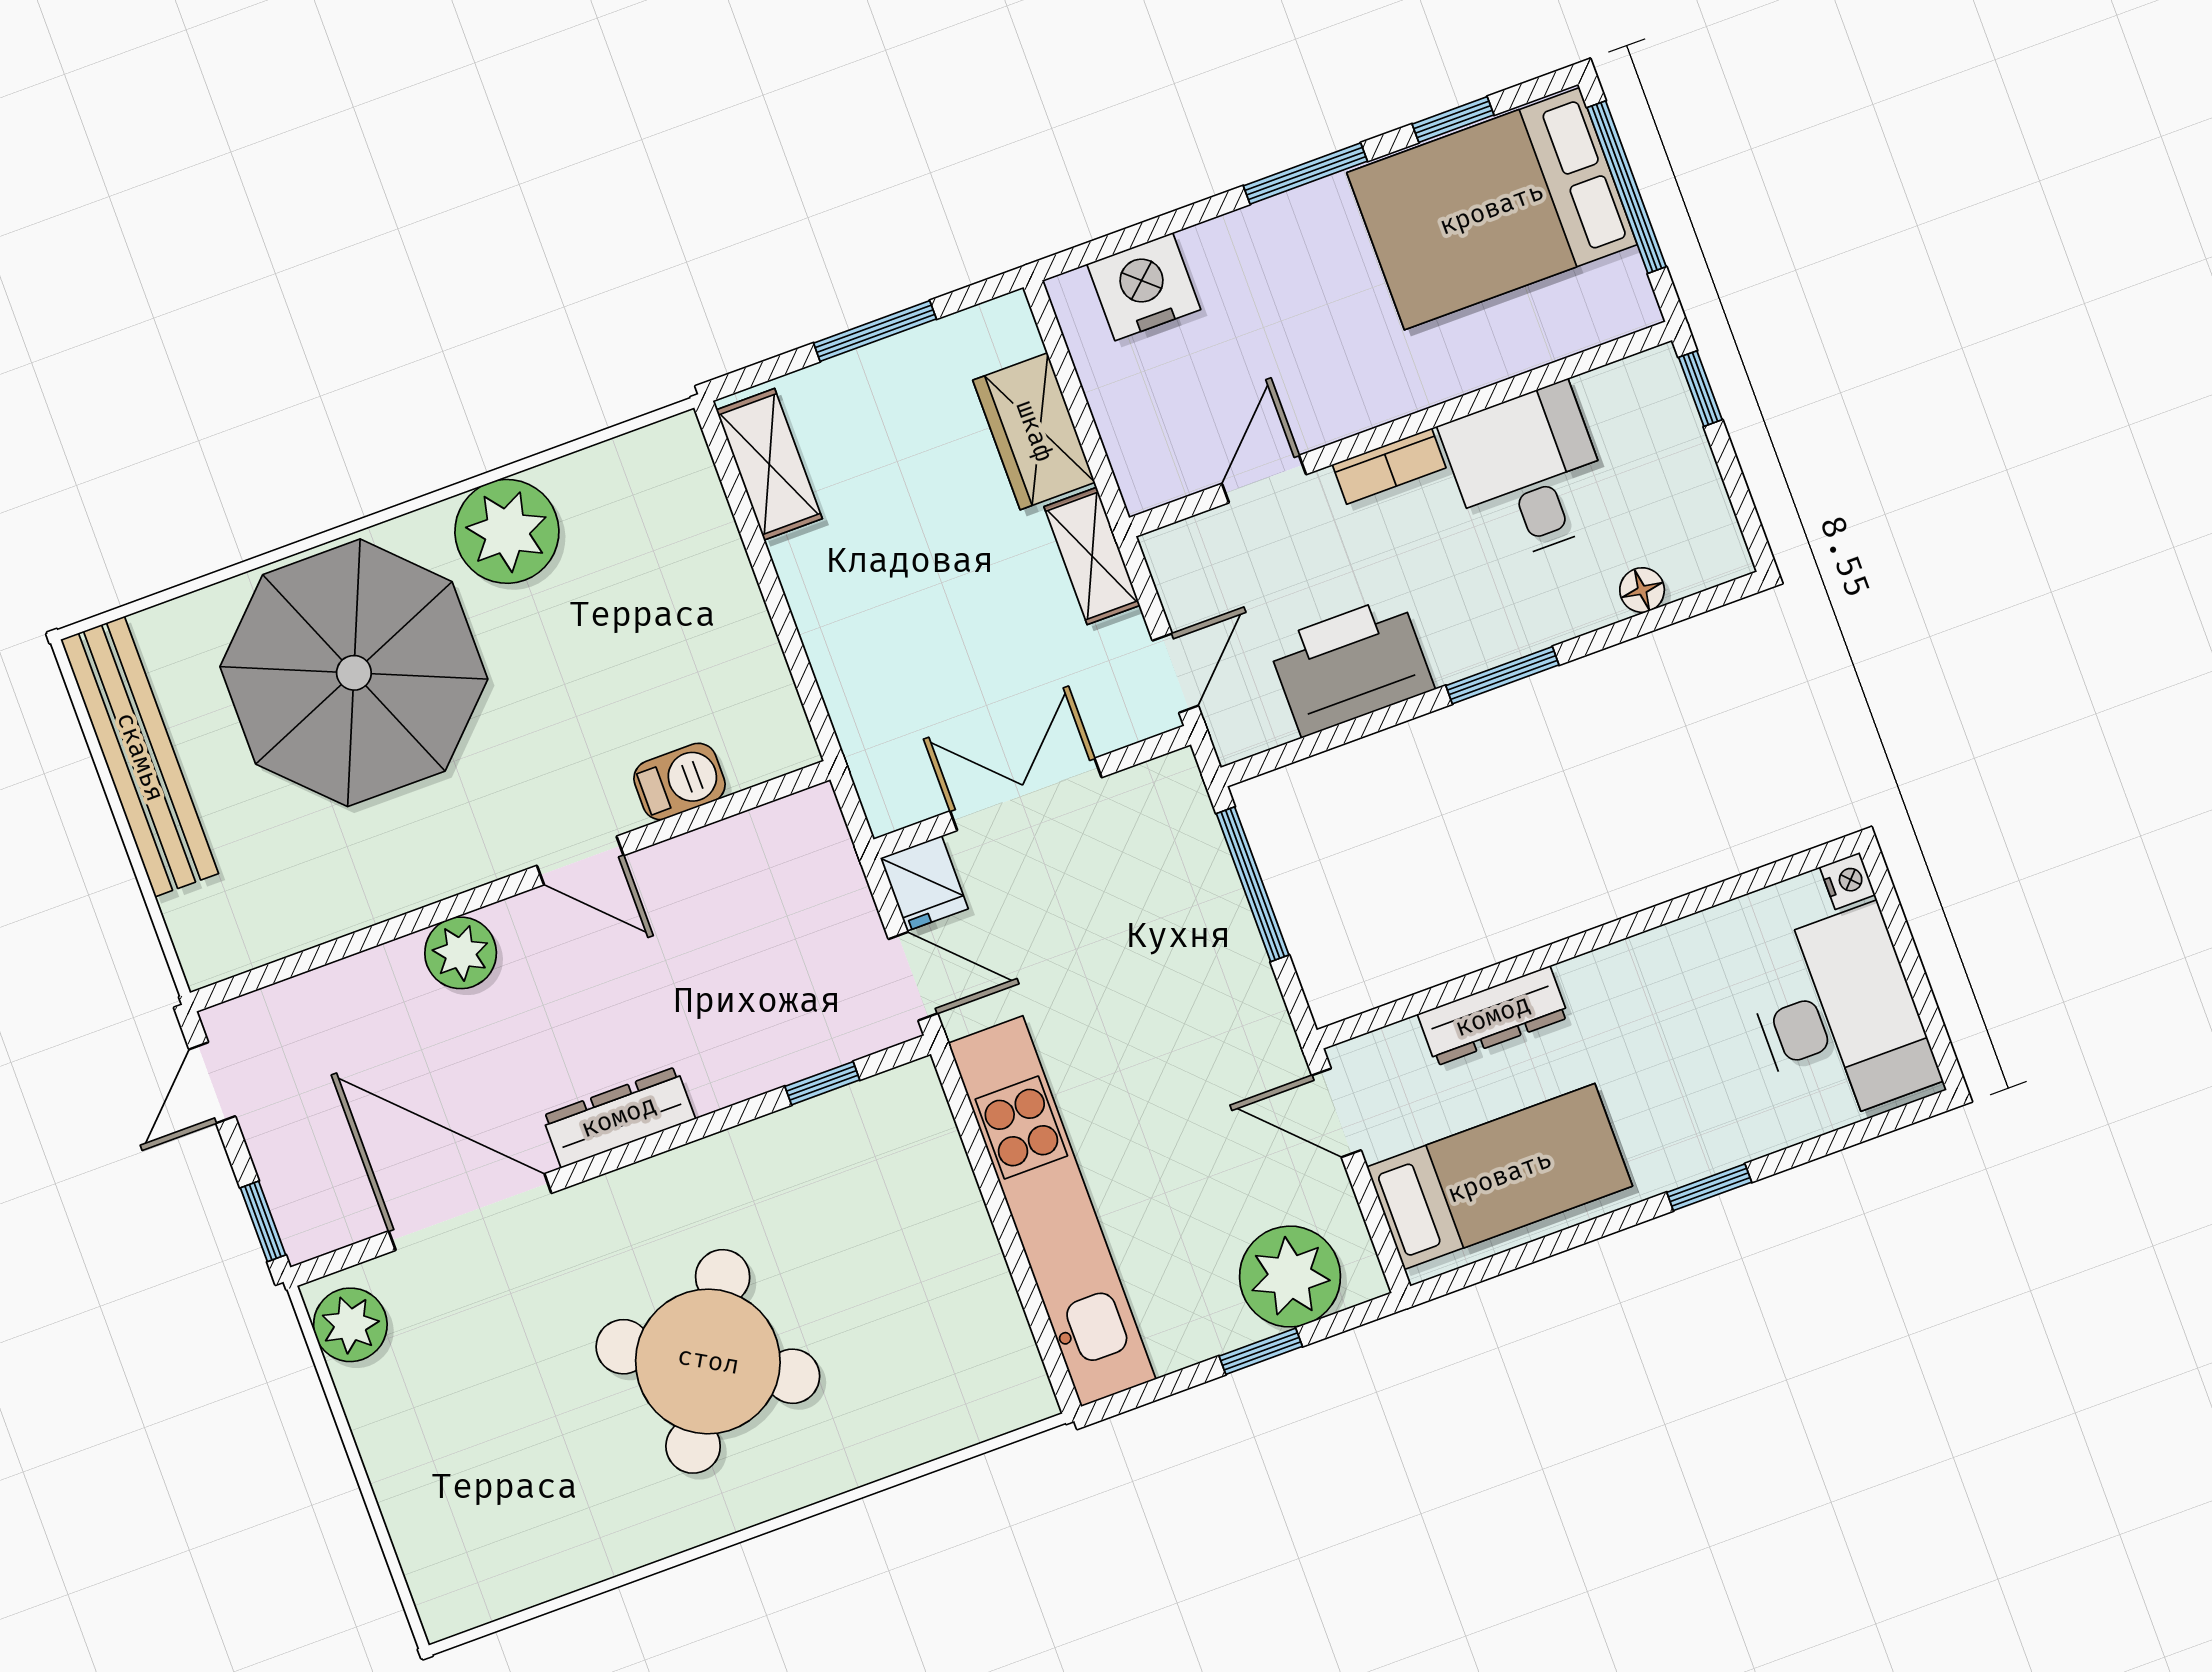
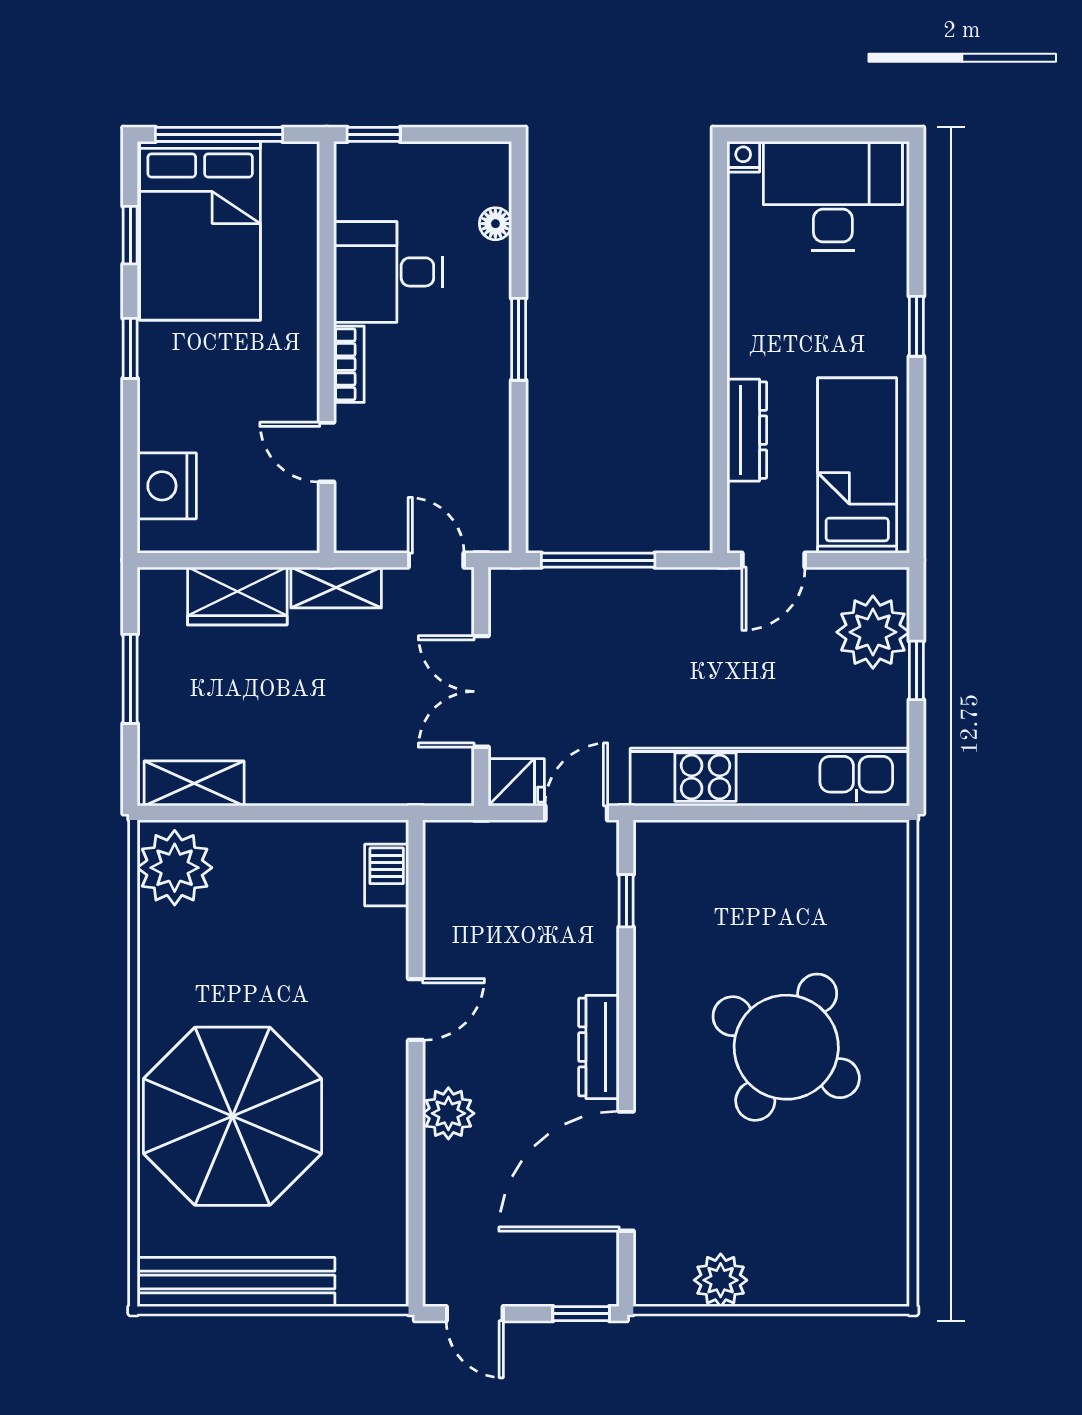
window: (1305, 173) -> (130, 348), width x0.67
plant: (507, 531) -> (175, 868), moved
printer: (1351, 666) -> (475, 439), removed
barbecue: (679, 781) -> (387, 875), moved
plant: (350, 1325) -> (721, 1280), moved

